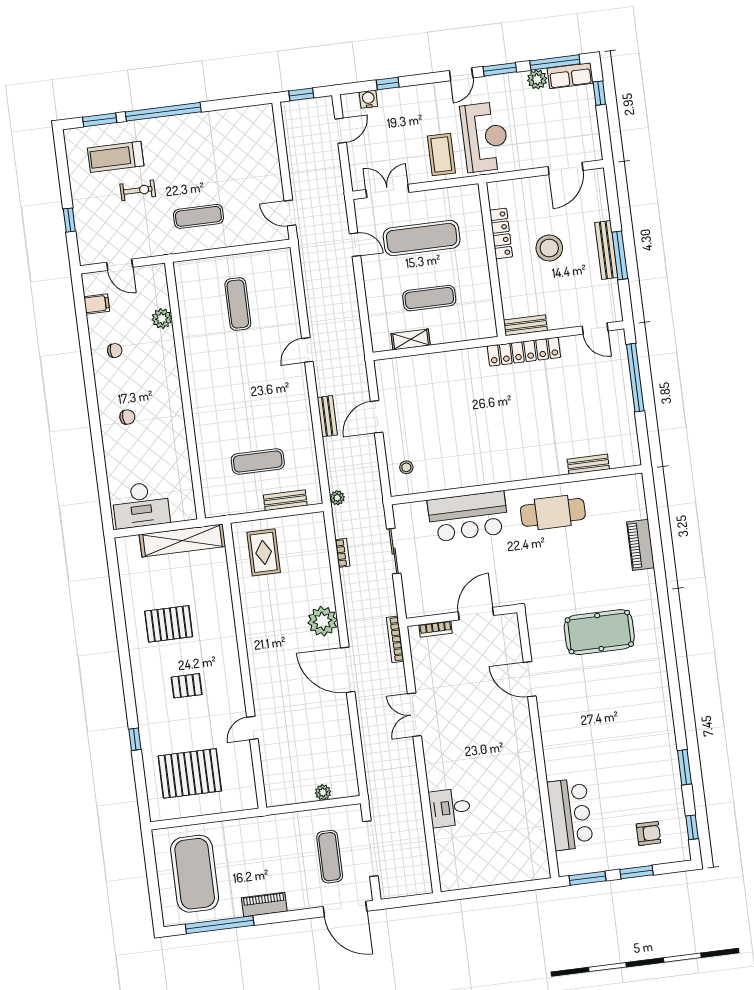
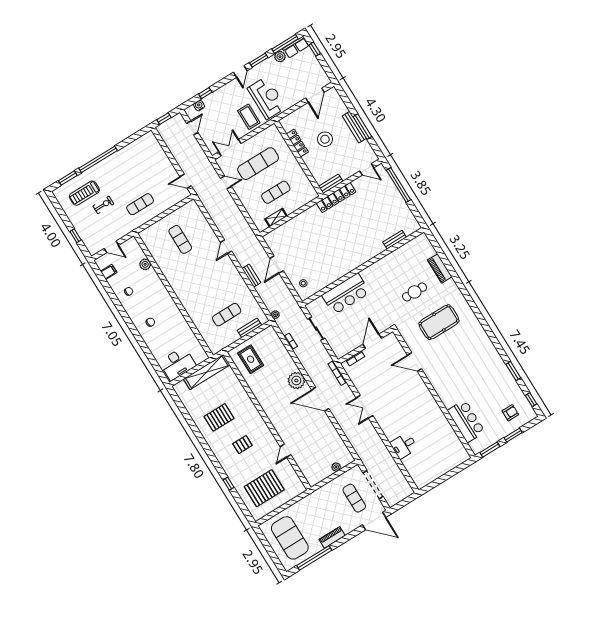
cafe table: (553, 512) -> (415, 292), moved, width x0.73, depth x0.74

